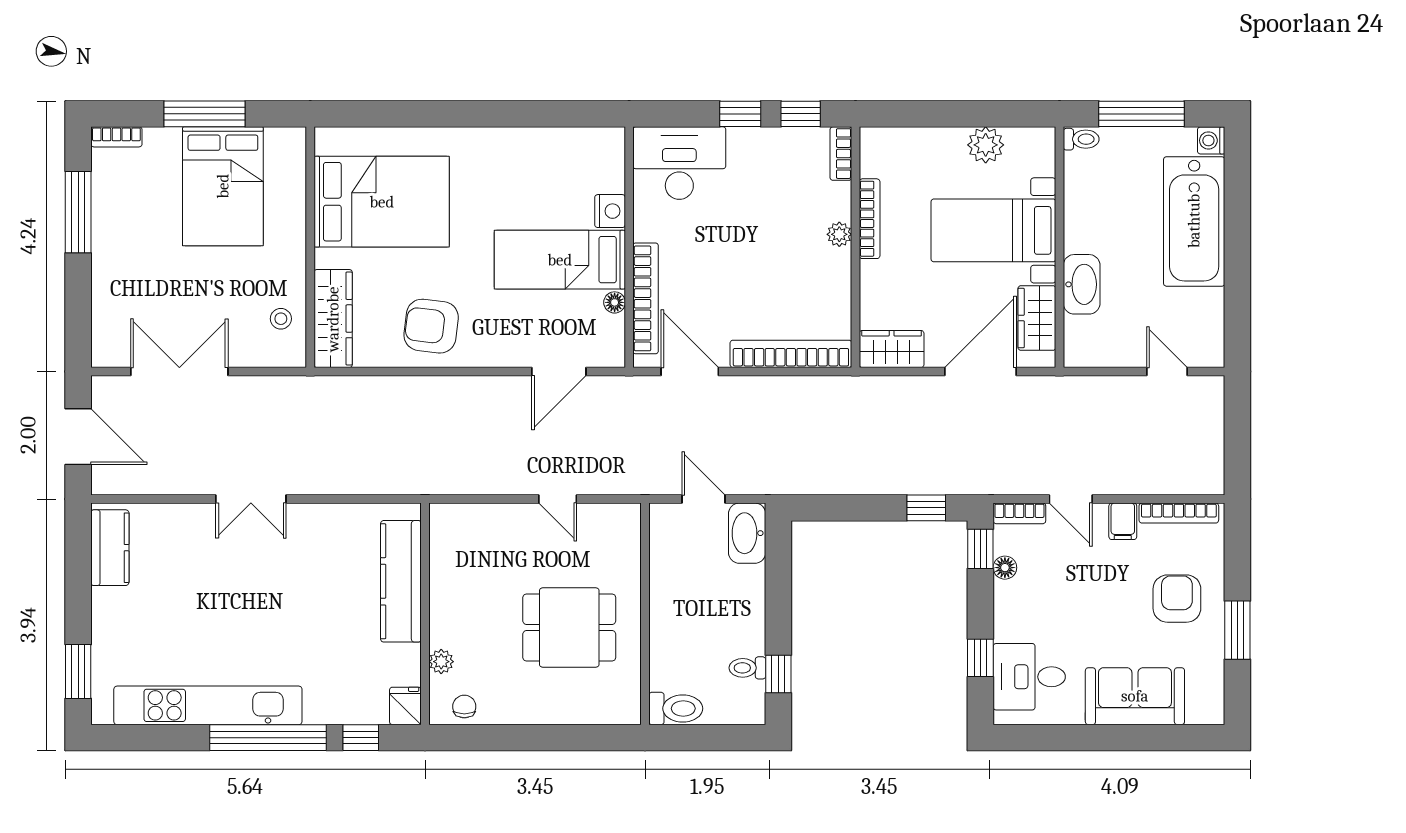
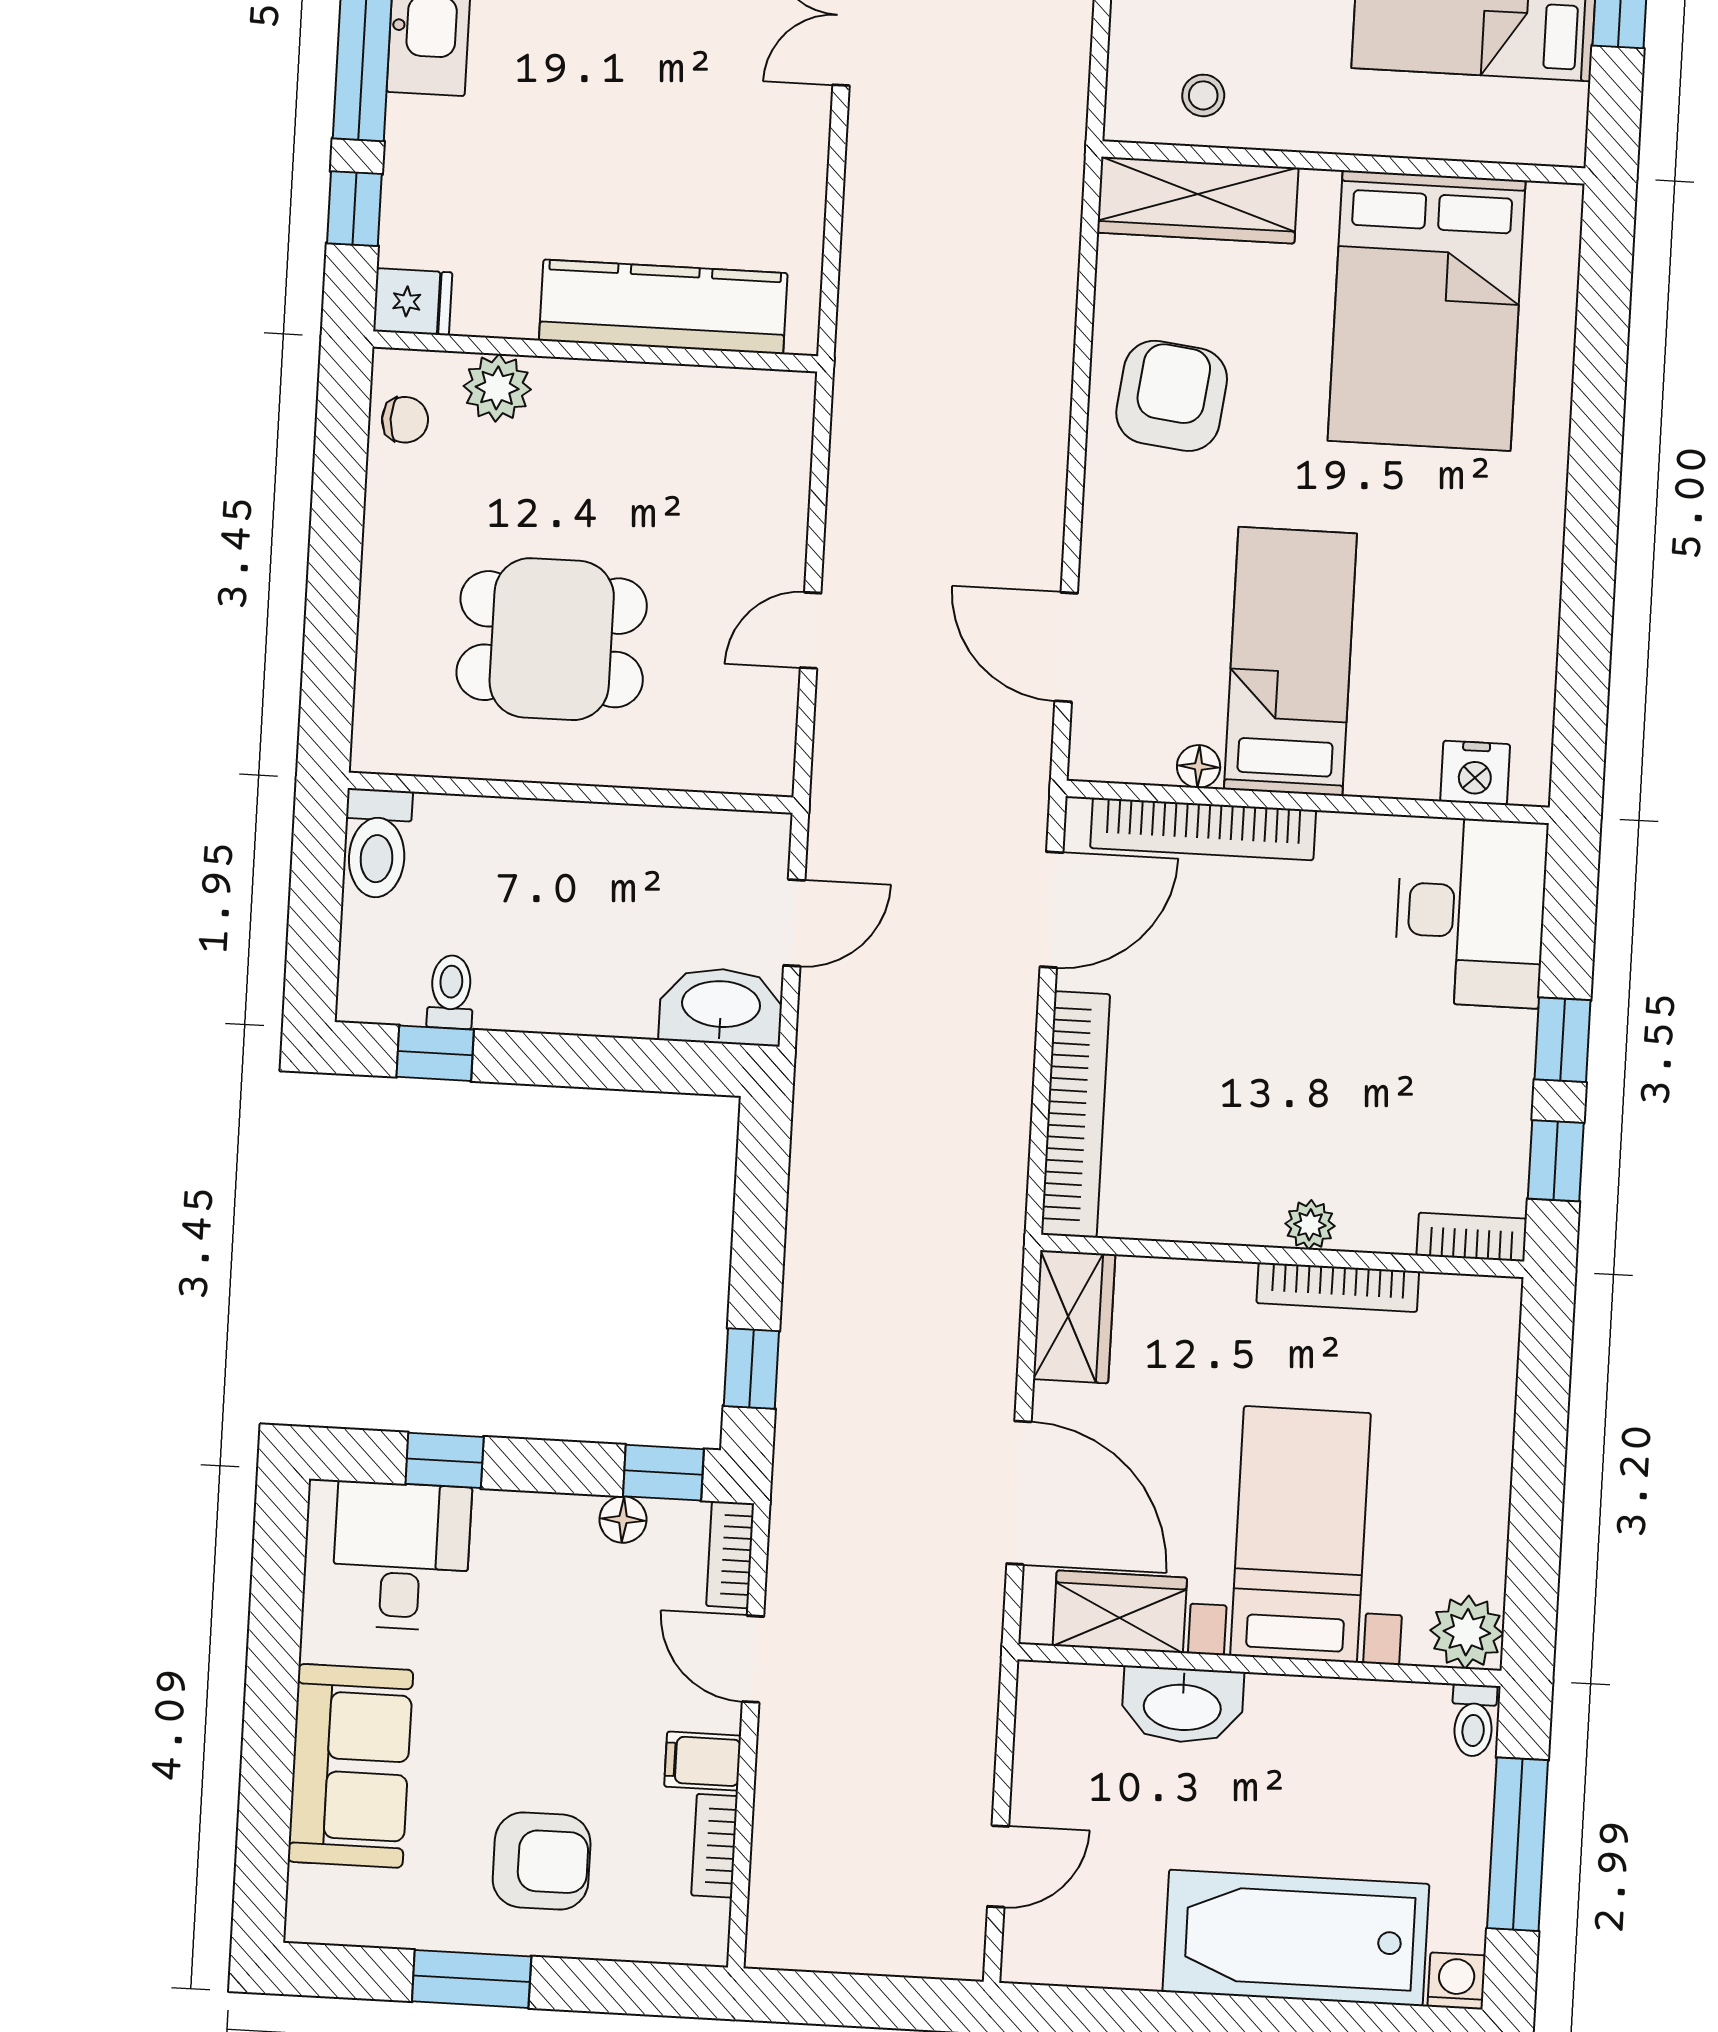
plant: (986, 145) -> (1467, 1632), moved
nightstand: (610, 211) -> (1475, 773), moved
door: (1071, 499) -> (753, 1659), hinge flipped
bookcase: (1179, 513) -> (714, 1846), width x0.64
dining table: (569, 628) -> (552, 639), turned 90
plant: (441, 662) -> (497, 388), width x1.38, depth x1.38

